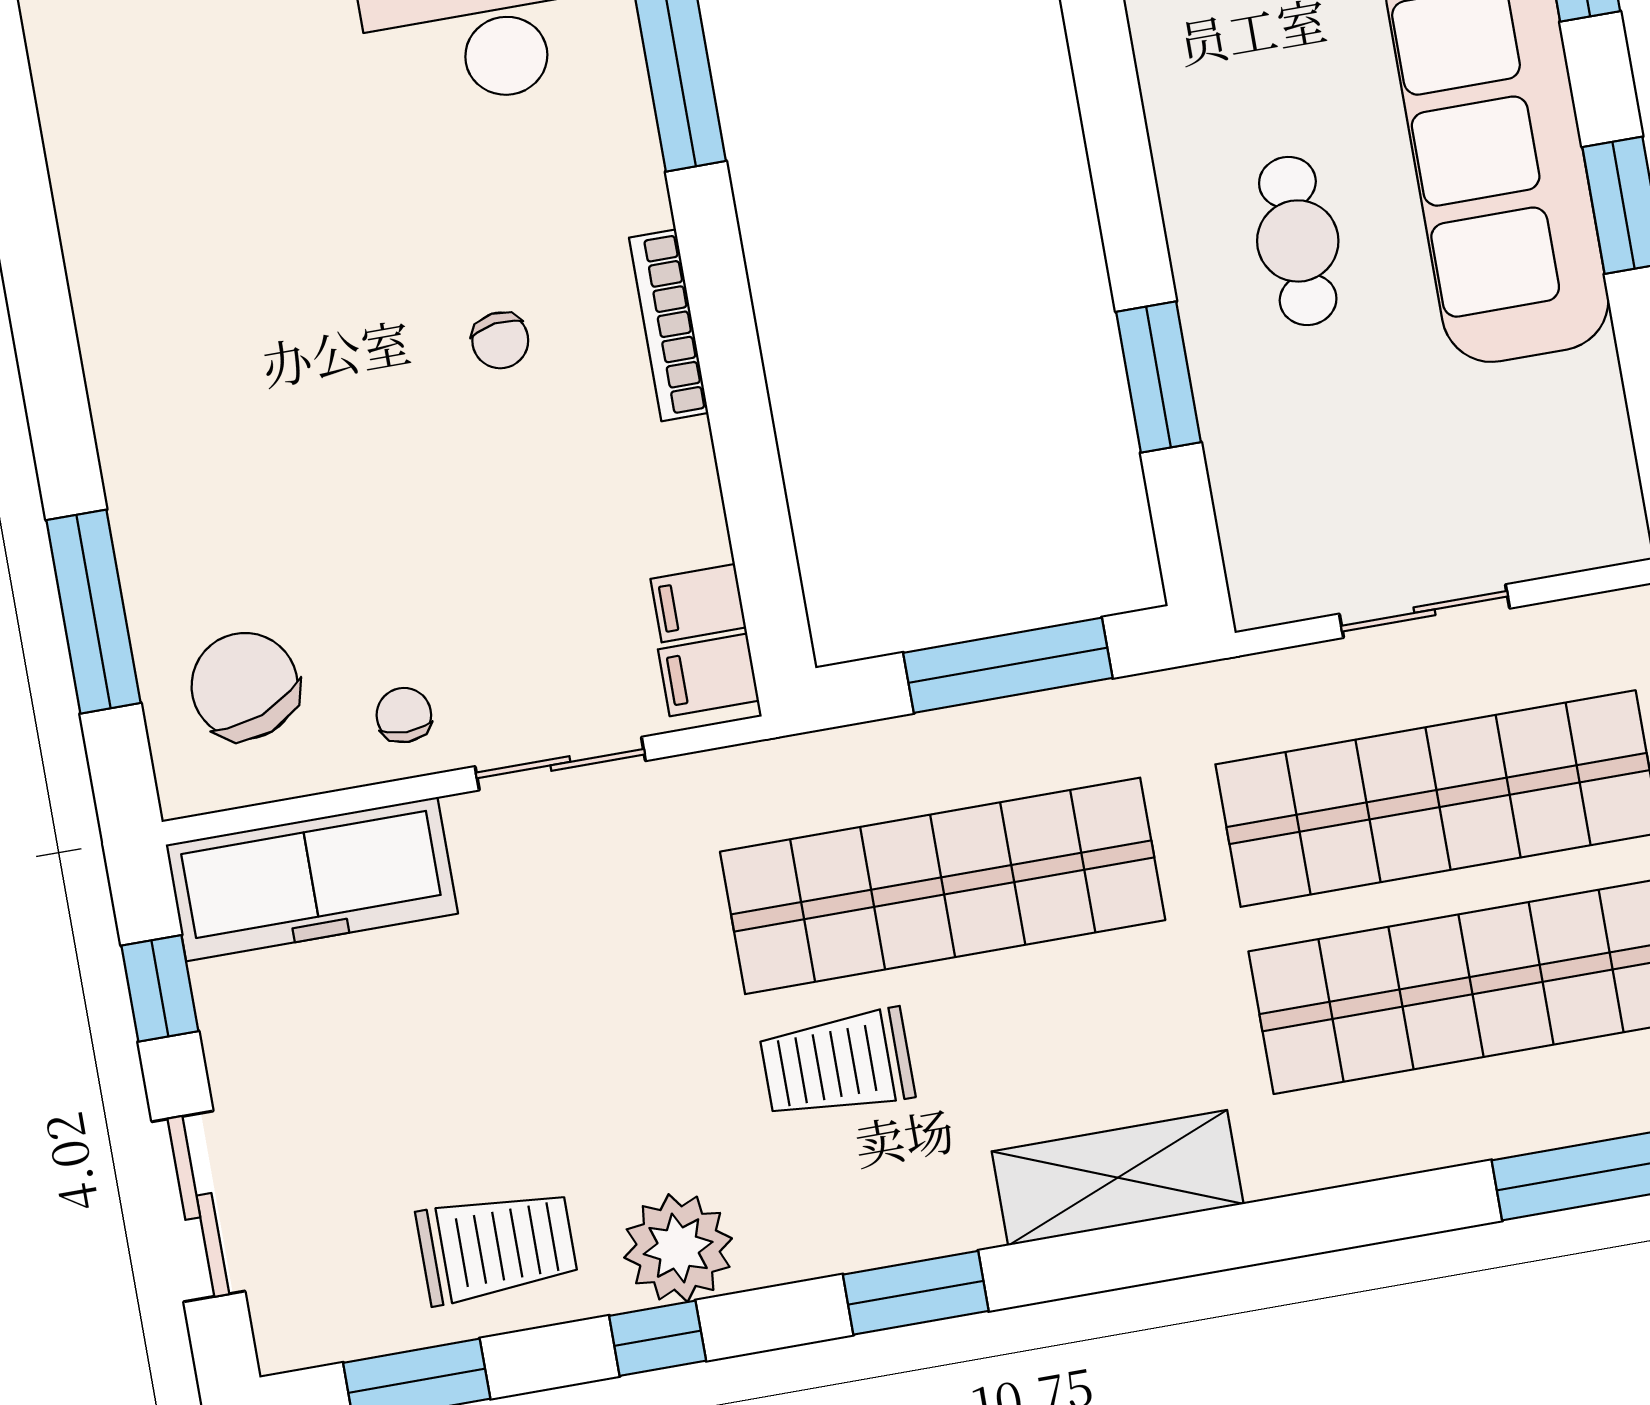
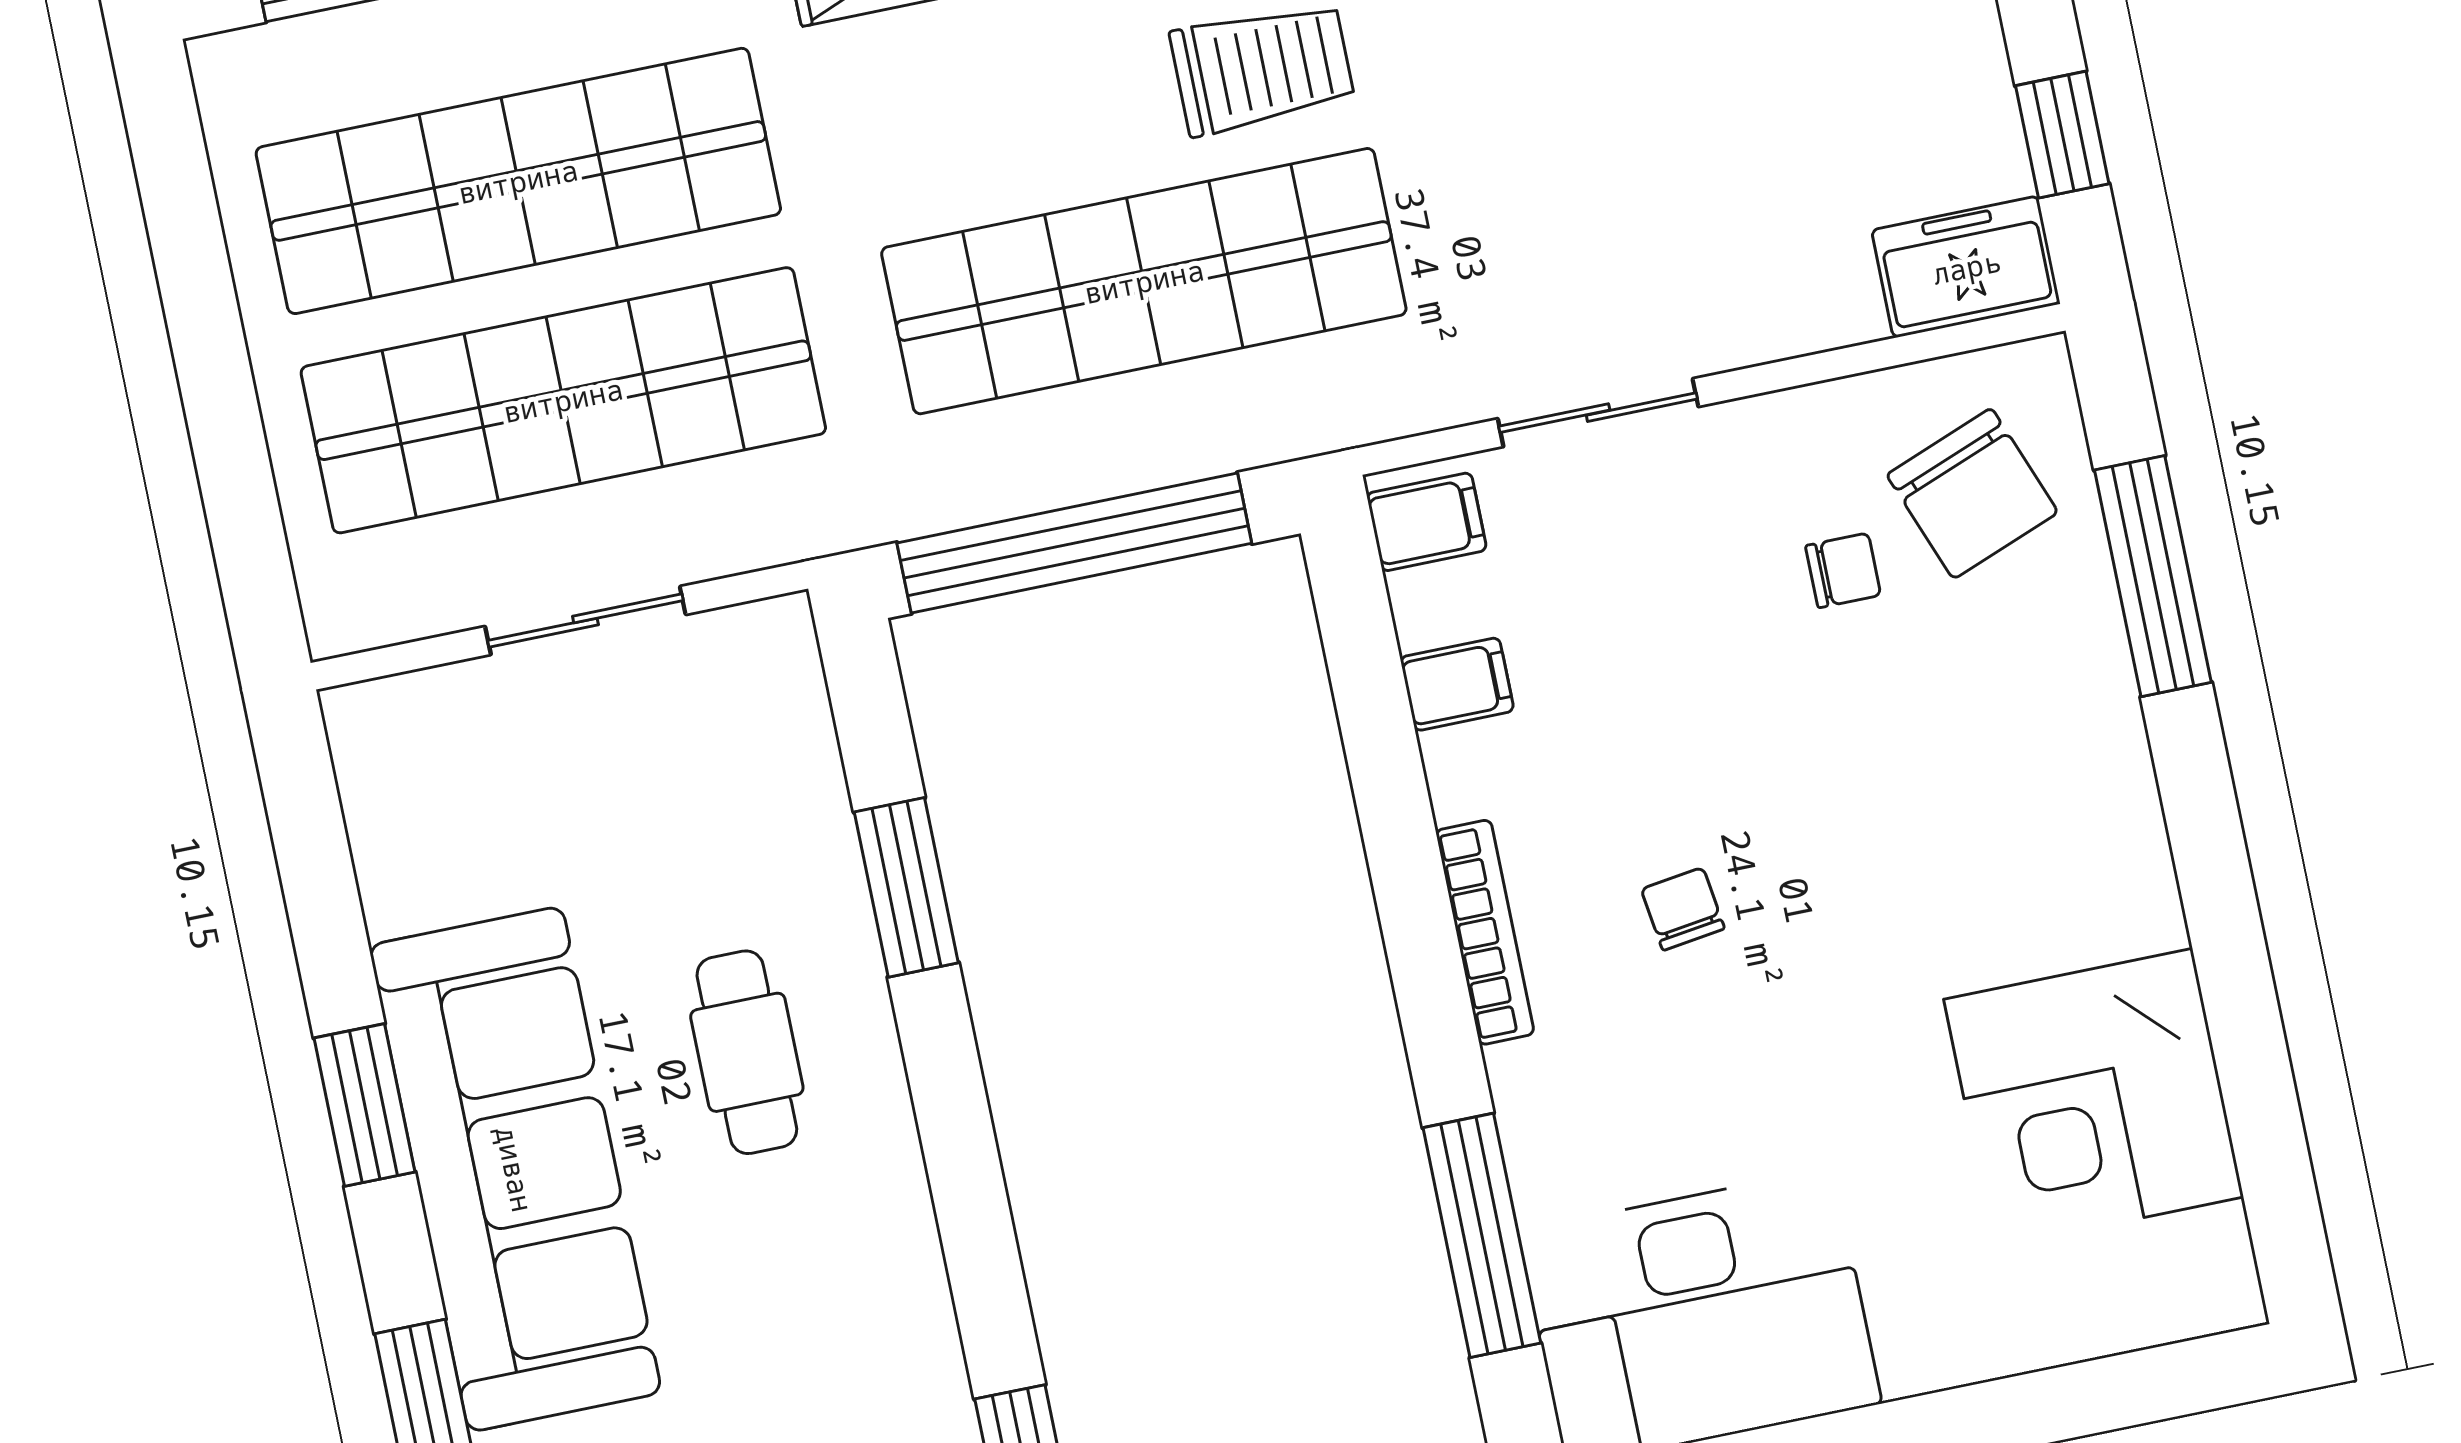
corner desk: (156, 170) -> (2094, 1098), added
filing cabinet: (698, 603) -> (1457, 684), moved
window: (1008, 665) -> (1074, 543), width x1.46
chair: (404, 715) -> (1843, 570), moved, turned -90
freezer: (312, 879) -> (1966, 267), width x0.52, depth x0.79

